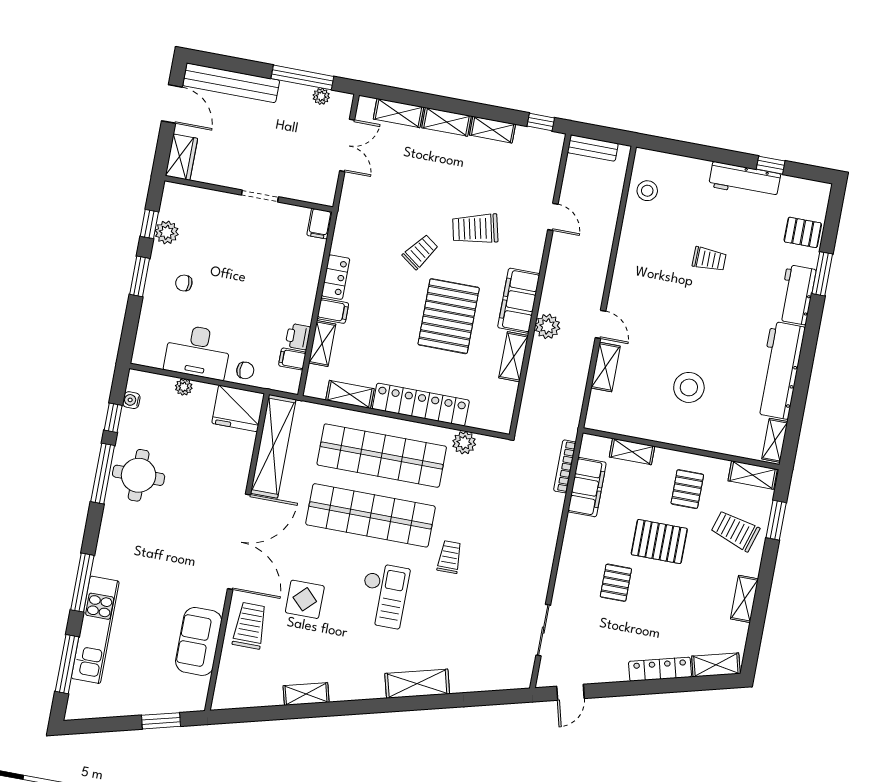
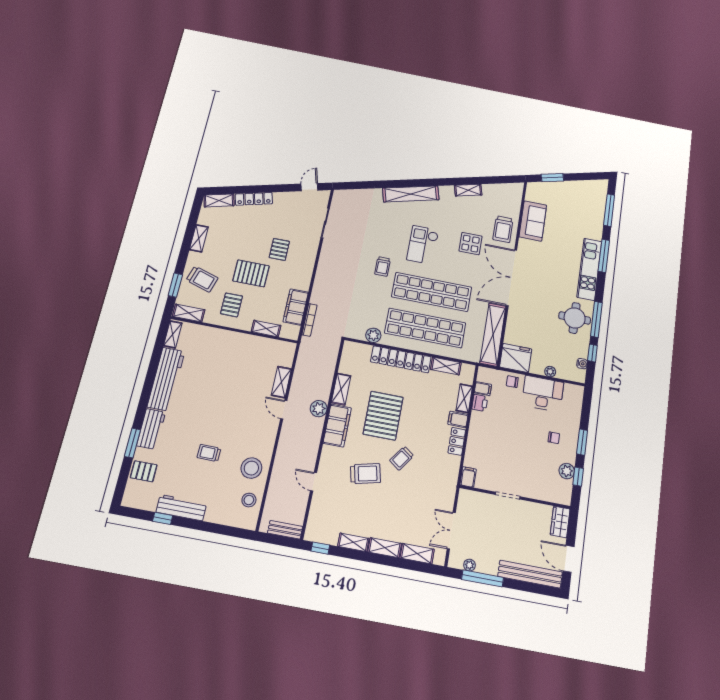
stool: (689, 387) -> (251, 468), moved
kitchen unit: (95, 630) -> (589, 269), moved
shelving: (417, 684) -> (411, 194), width x1.47

